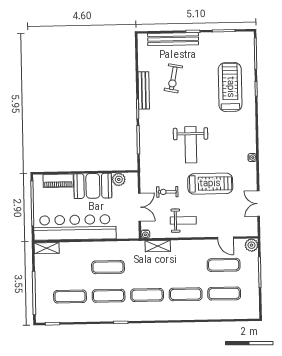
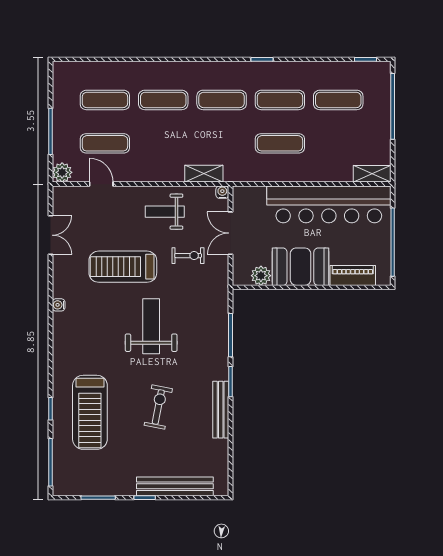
exercise bike: (173, 78) -> (158, 407), moved

